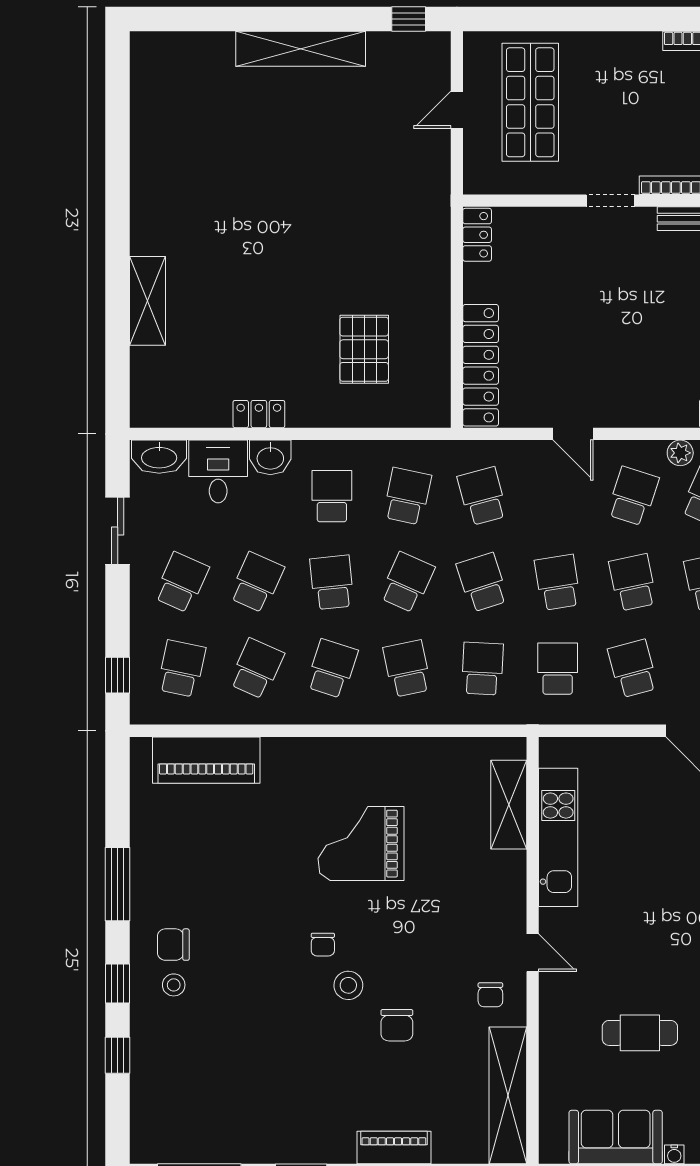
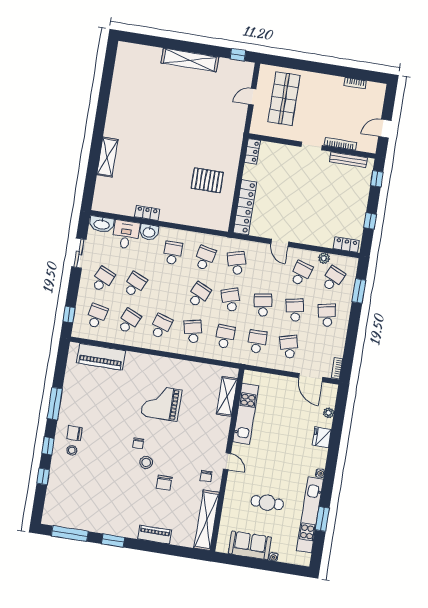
pallet: (364, 349) -> (207, 180), moved, turned 90
school desk: (332, 582) -> (167, 290), removed

